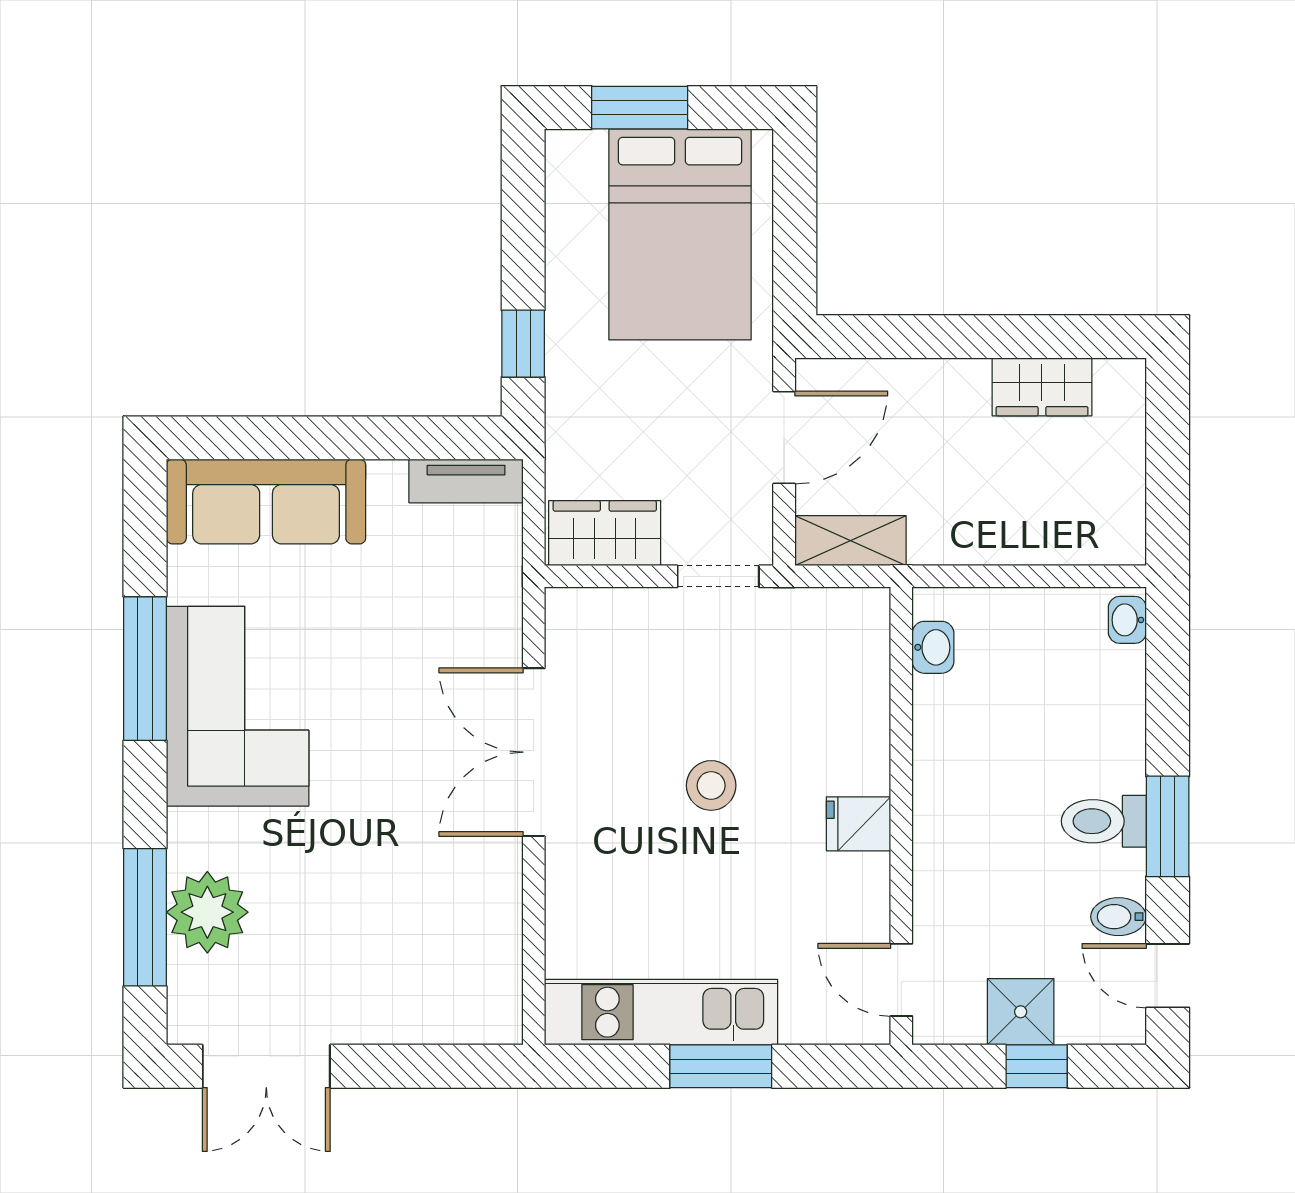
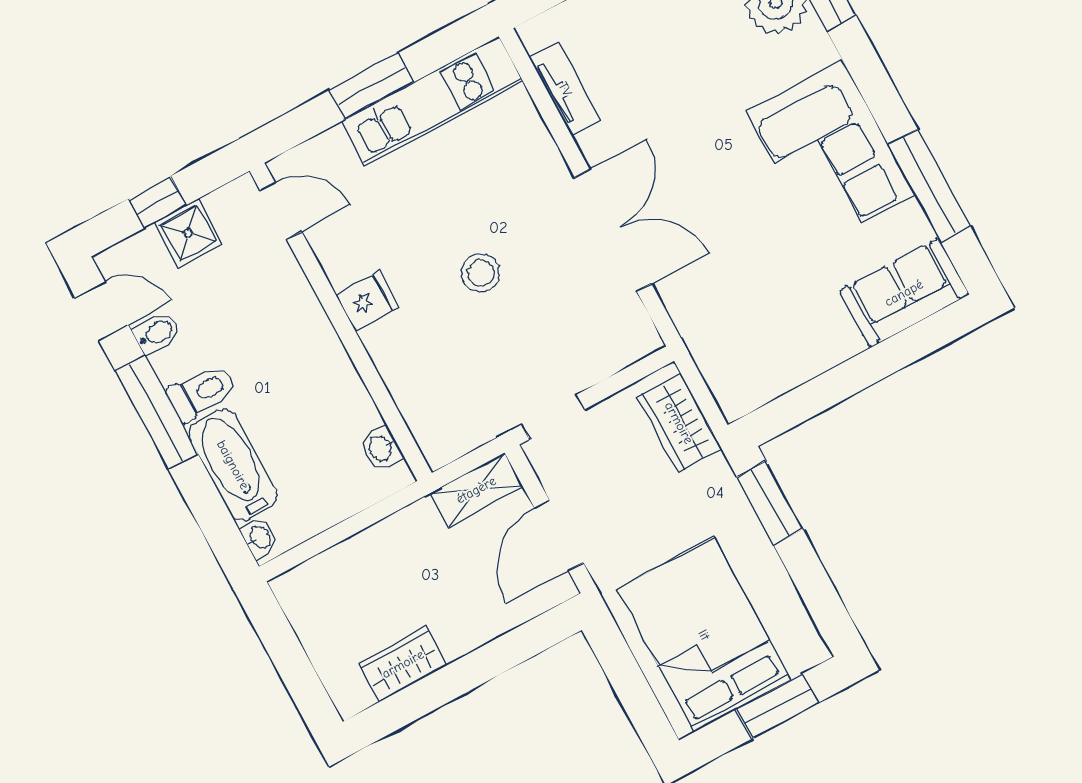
window: (523, 344) -> (770, 503), width x1.50
tv unit: (466, 481) -> (565, 89), moved, turned 90
sofa: (266, 502) -> (904, 293), width x0.73
wardrobe: (605, 533) -> (679, 423), moved, turned 90
window: (145, 669) -> (929, 186), moved
bathtub: (1112, 719) -> (233, 465), added
window: (1168, 826) -> (157, 412), width x1.44

